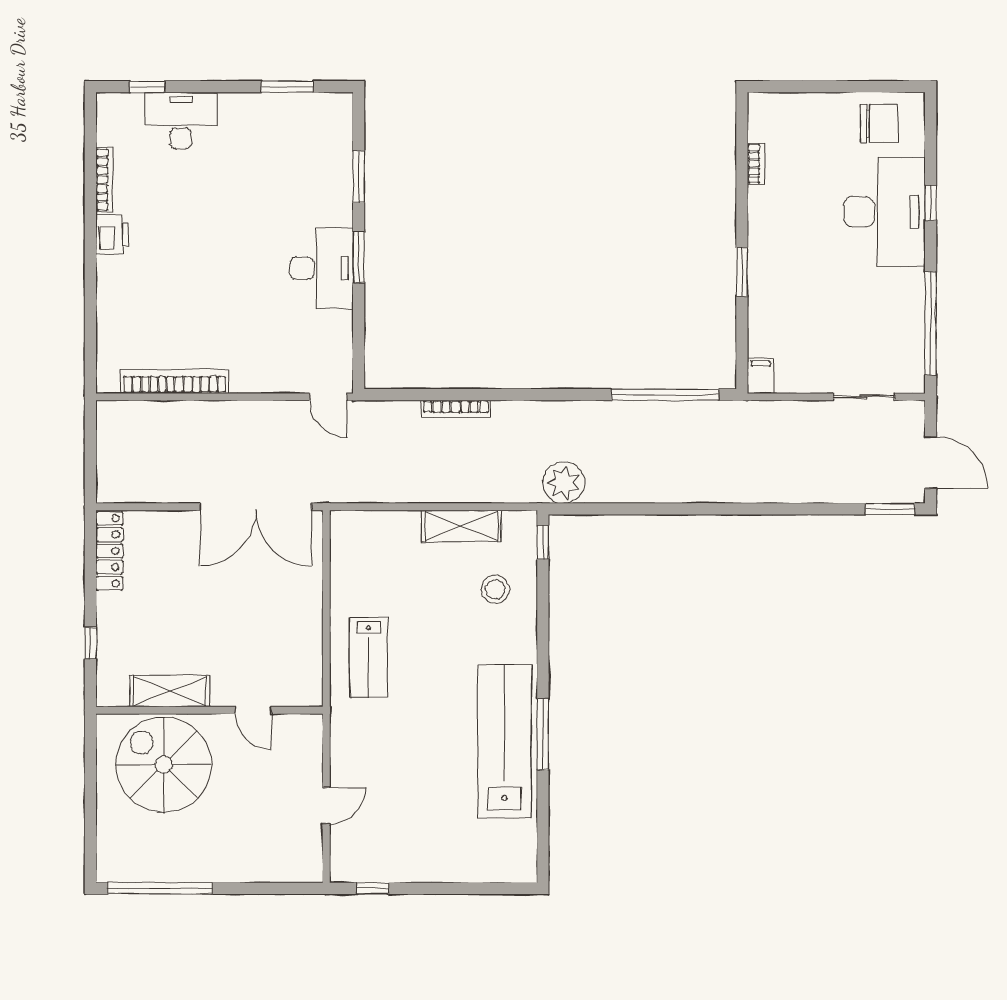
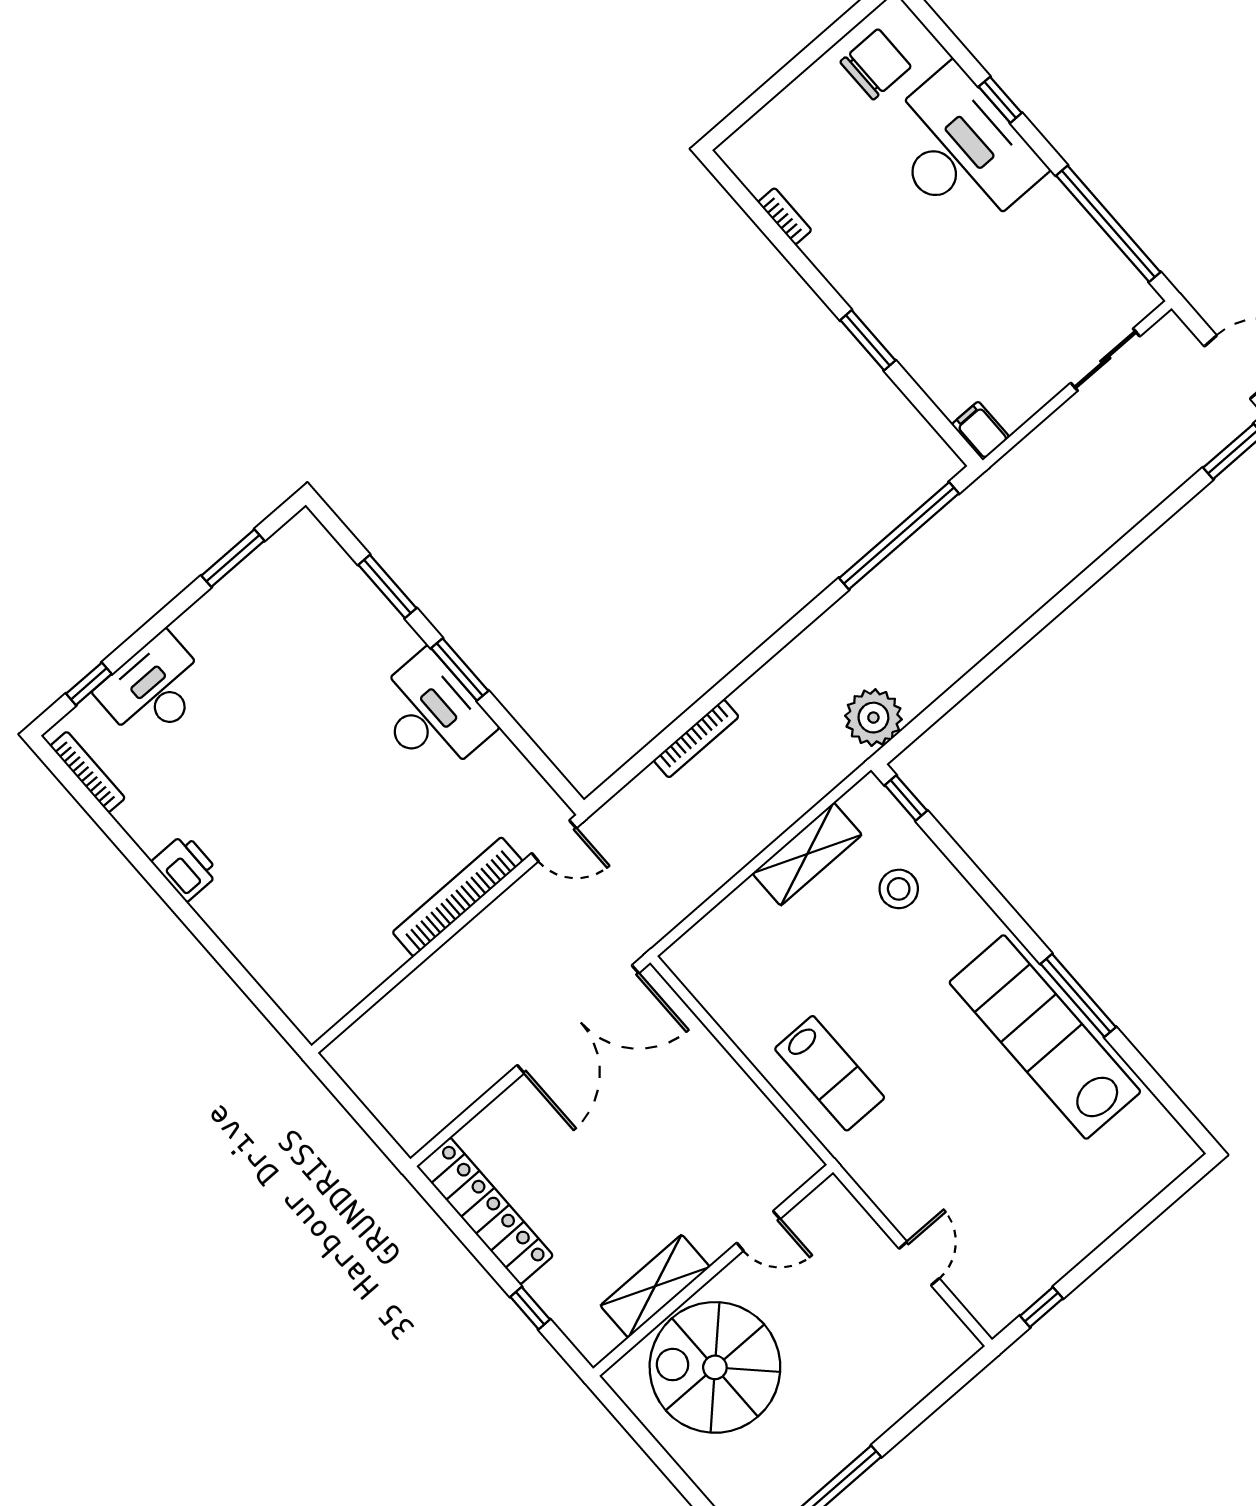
bookcase: (104, 180) -> (88, 772), moved
bookcase: (175, 381) -> (458, 897), moved
locker: (109, 551) -> (485, 1211), width x1.41, depth x1.21

